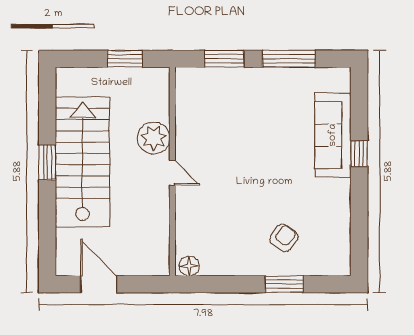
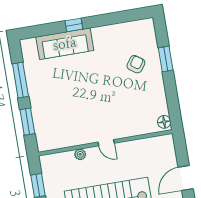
plant: (154, 138) -> (80, 154), width x0.53, depth x0.53
door: (172, 173) -> (106, 143), swing flipped
armchair: (284, 238) -> (136, 64), turned 88

